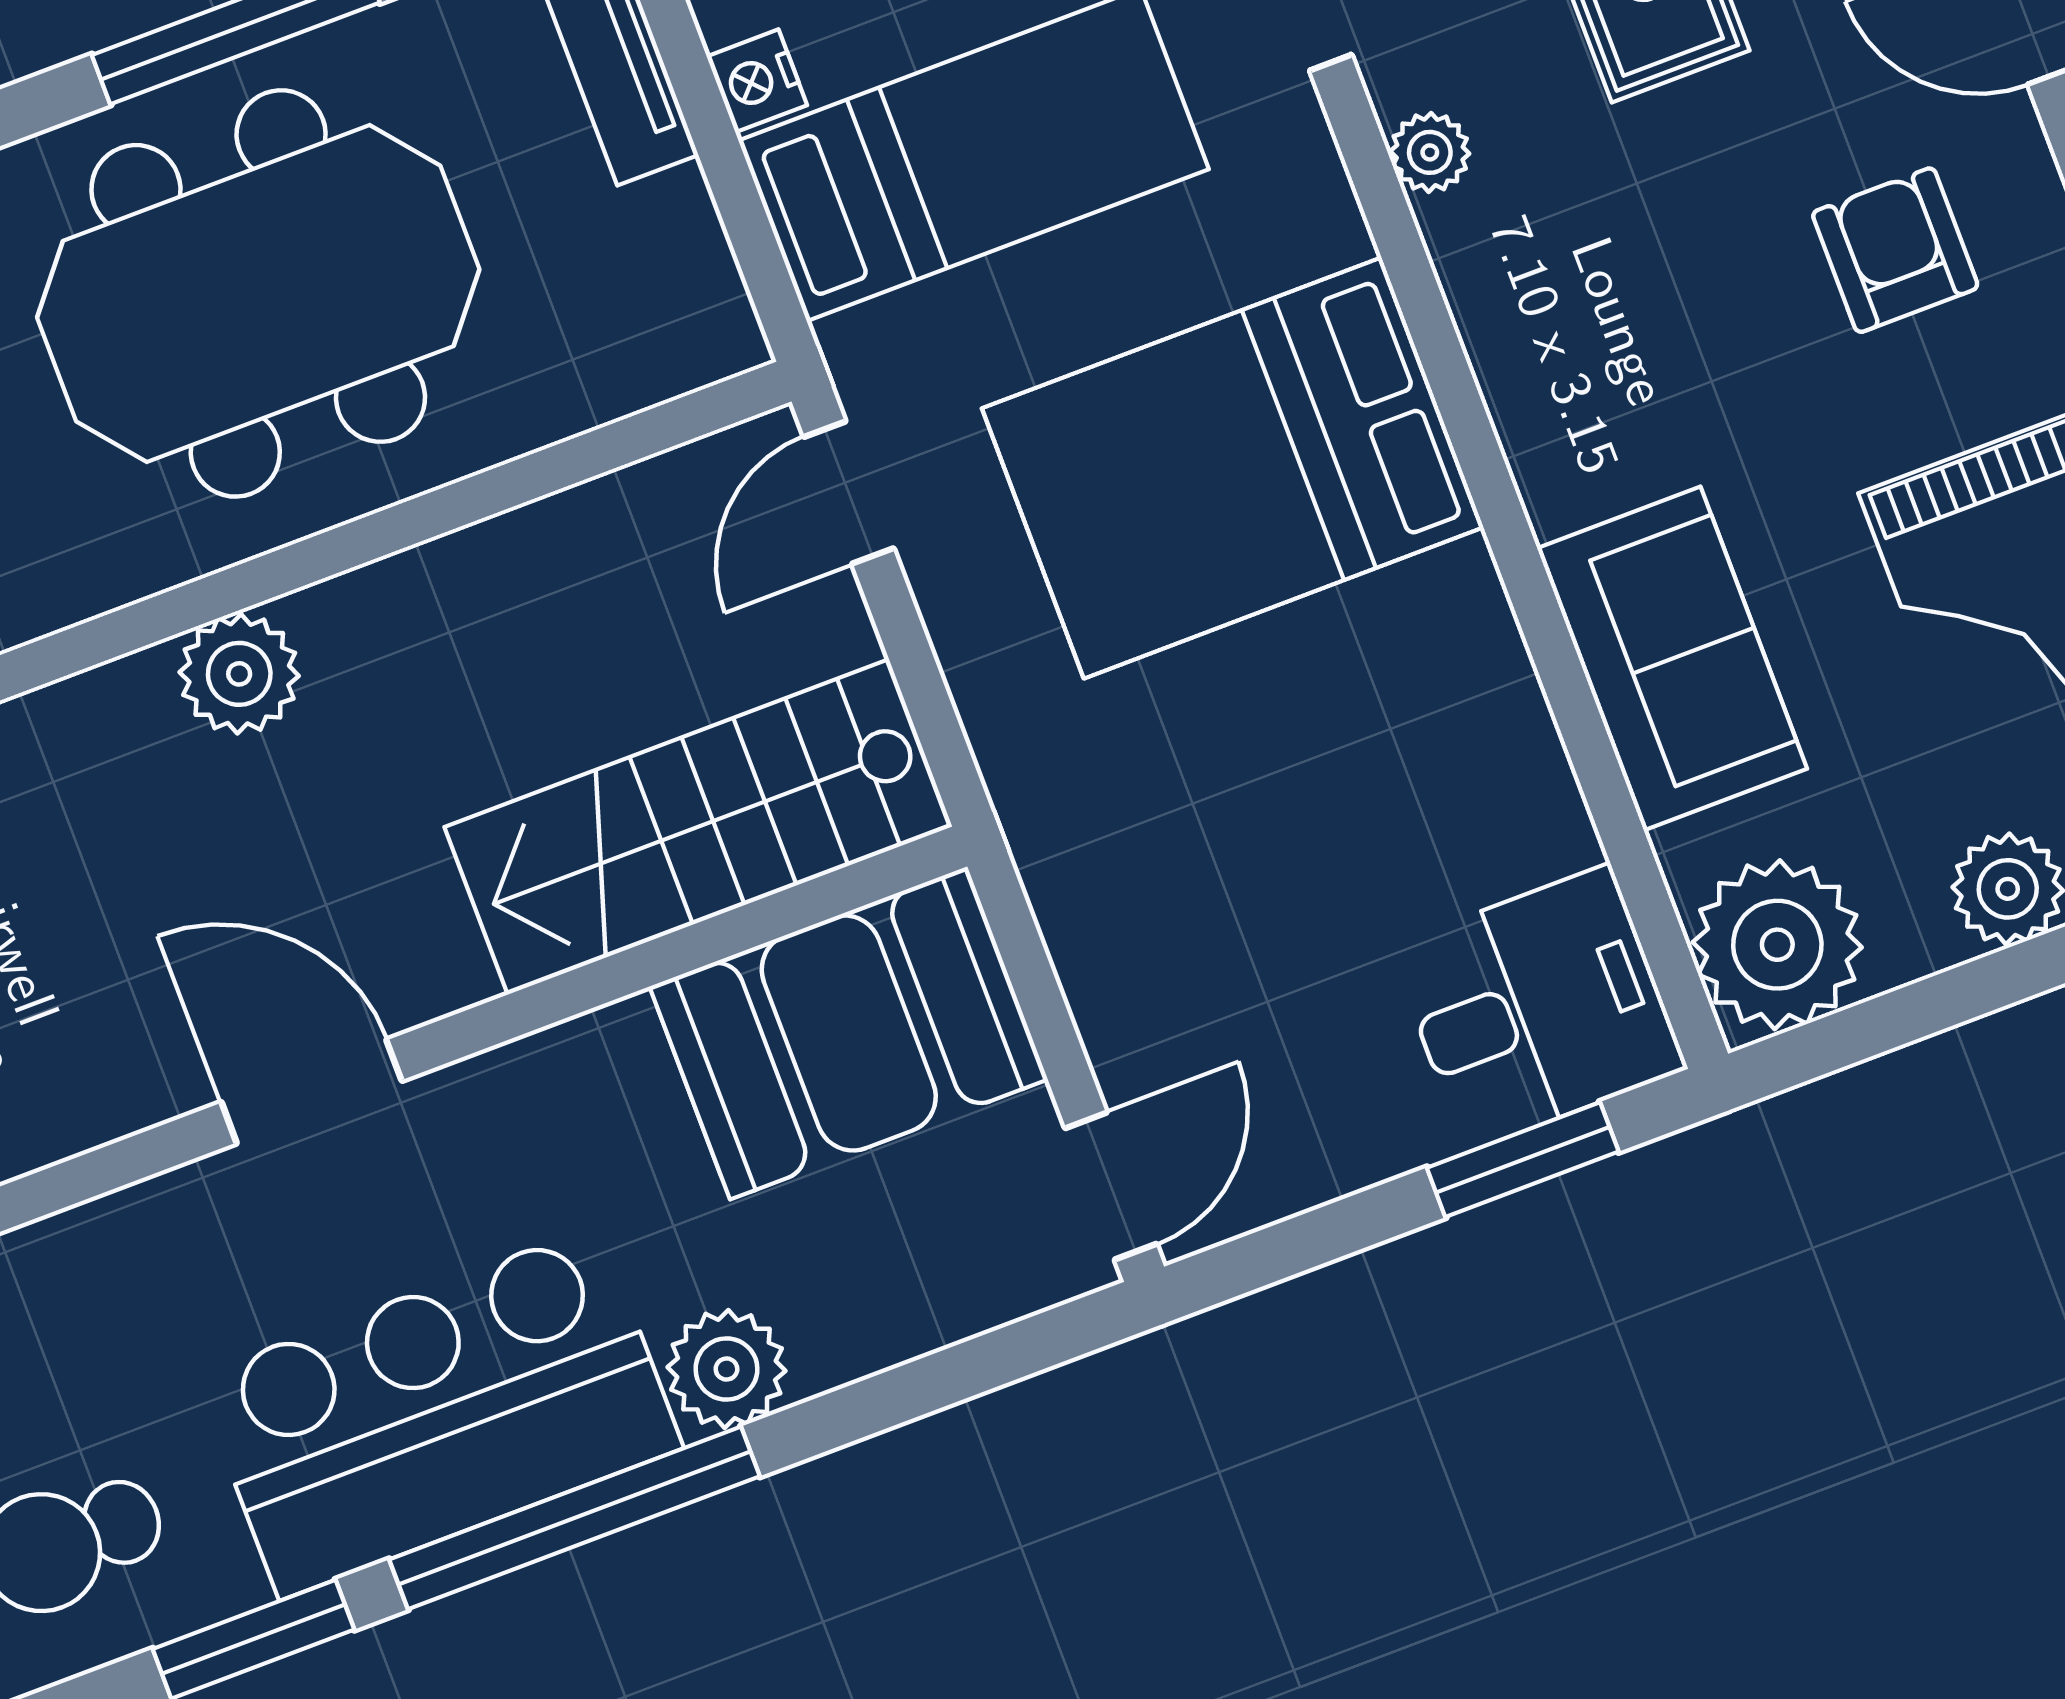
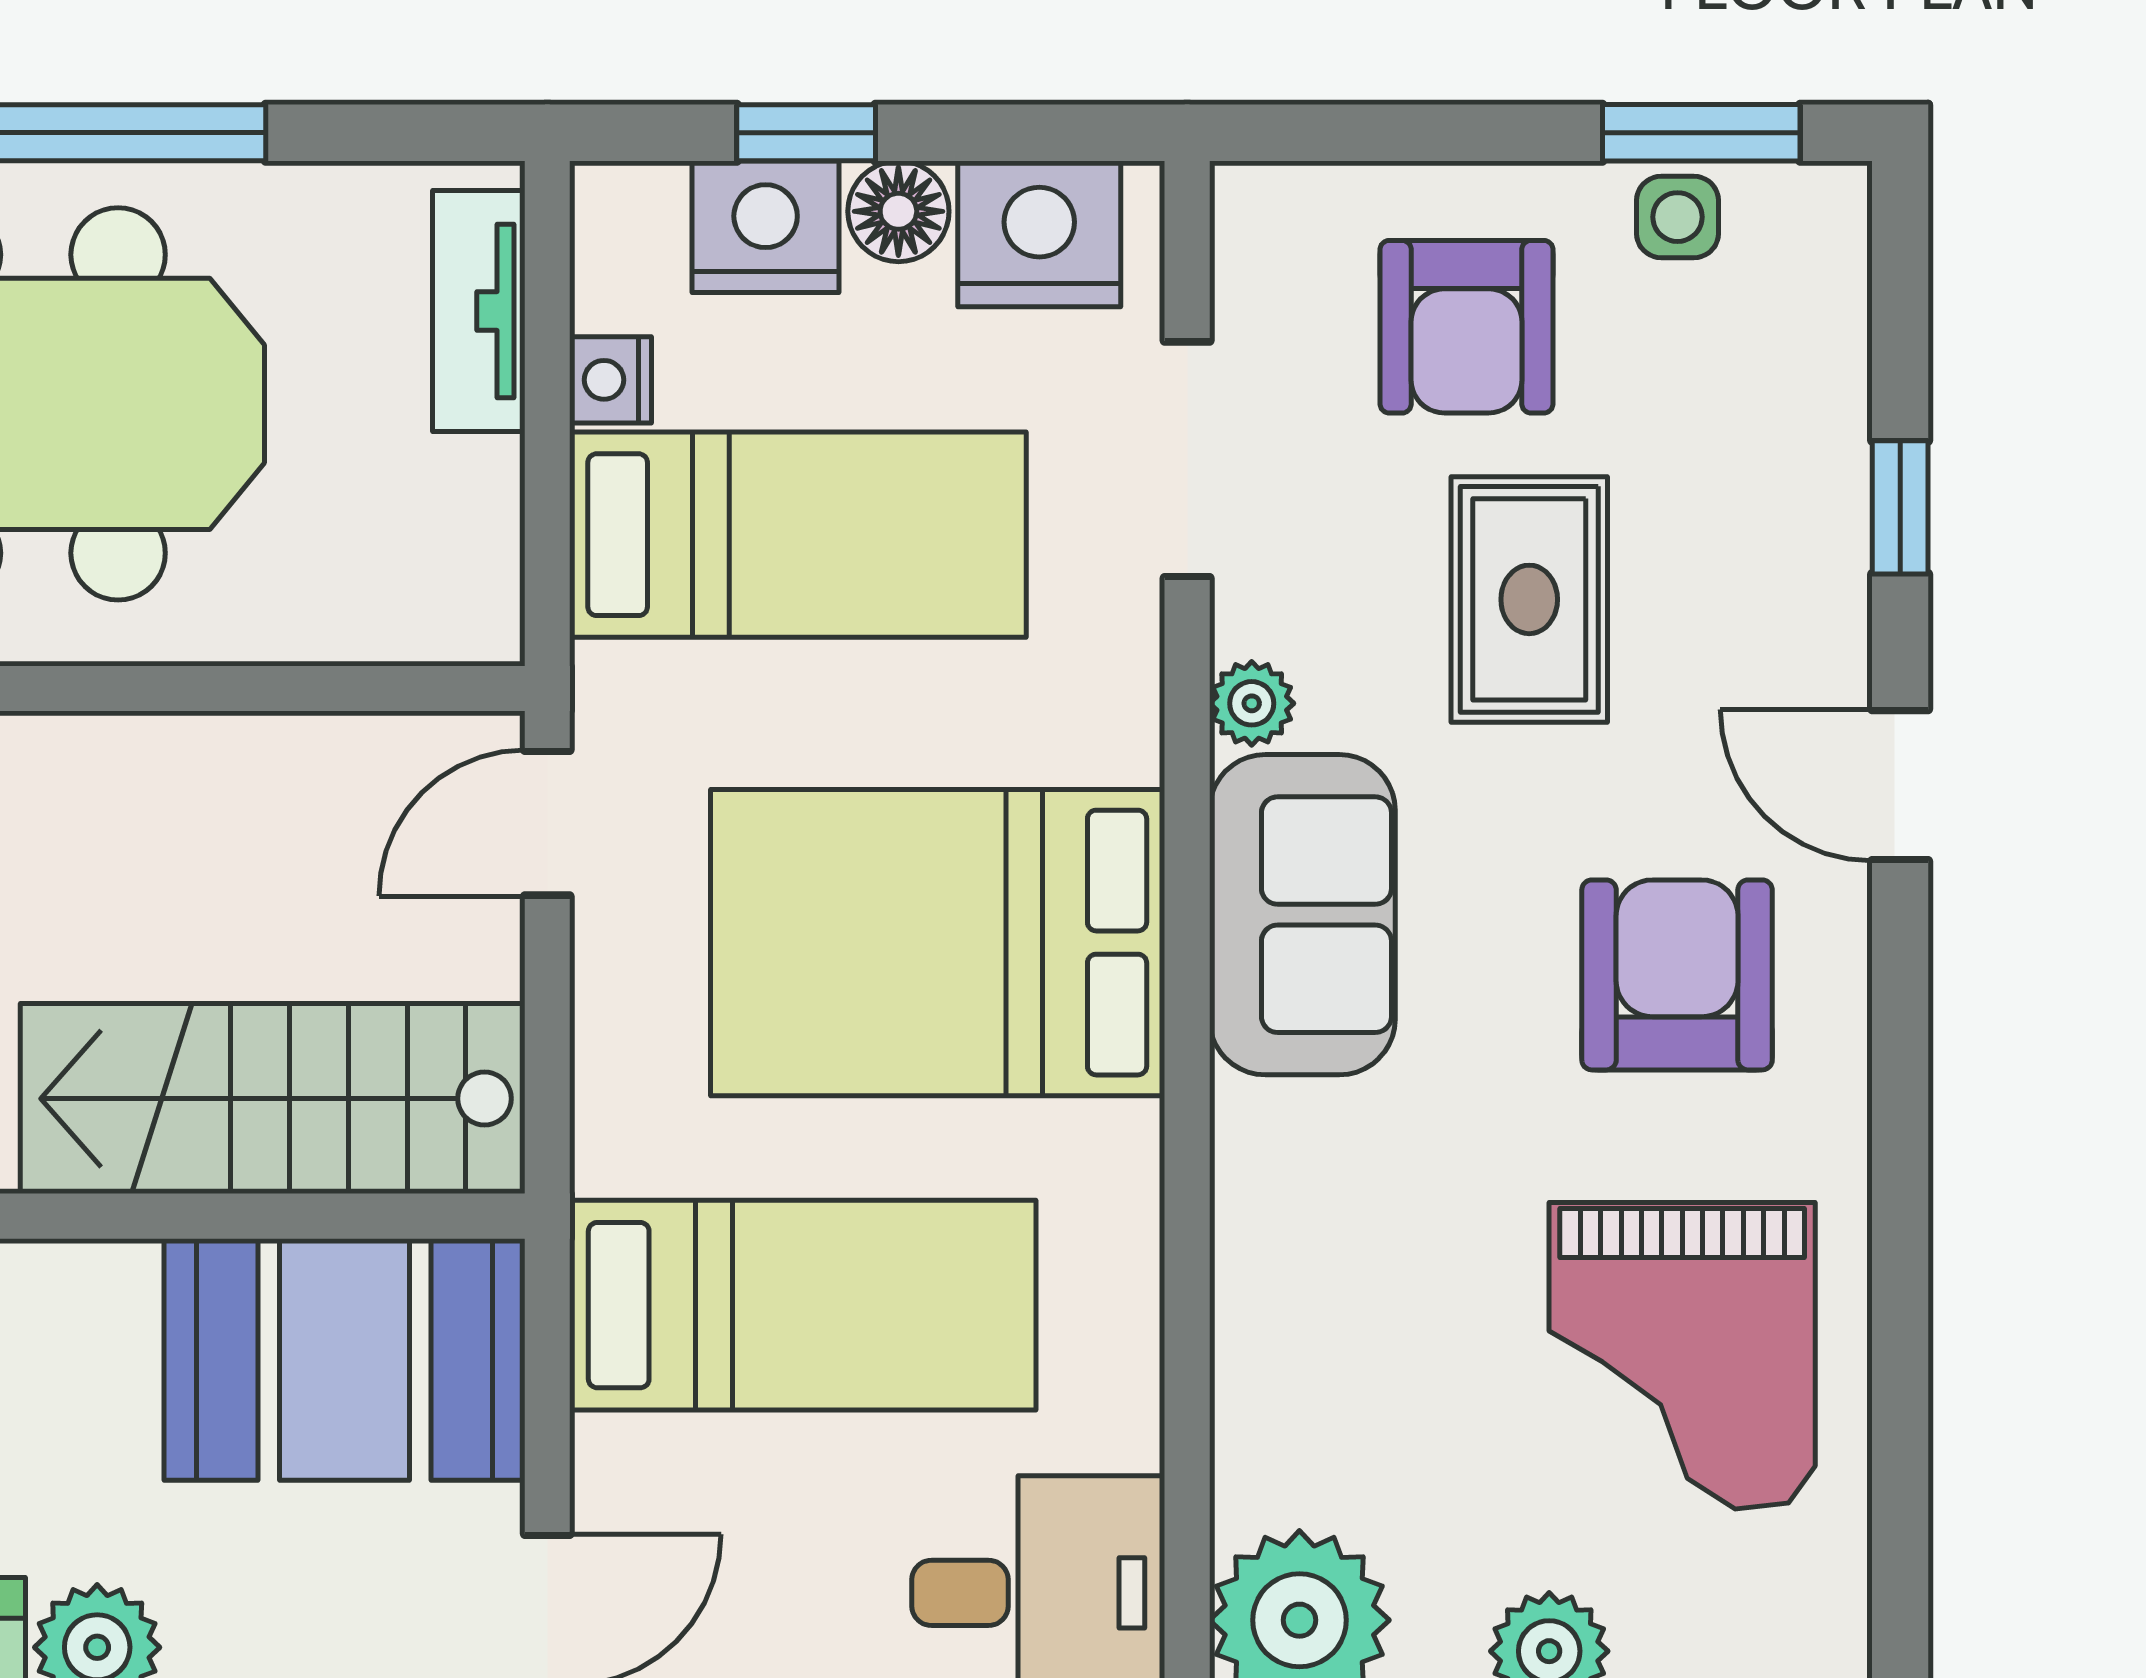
armchair: (1895, 250) -> (1677, 975), width x1.38, depth x1.38
sofa: (1672, 659) -> (1302, 915), moved
bed: (1235, 832) -> (803, 1305), added

